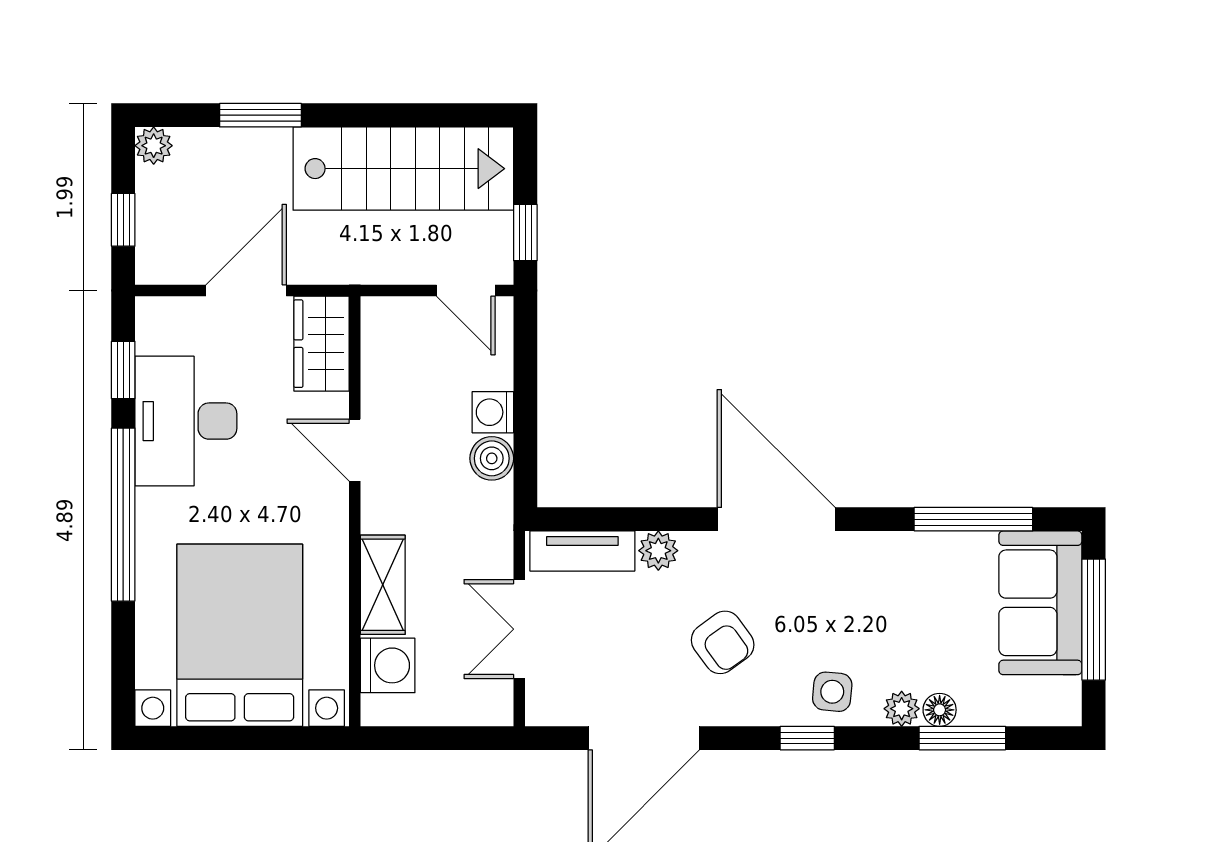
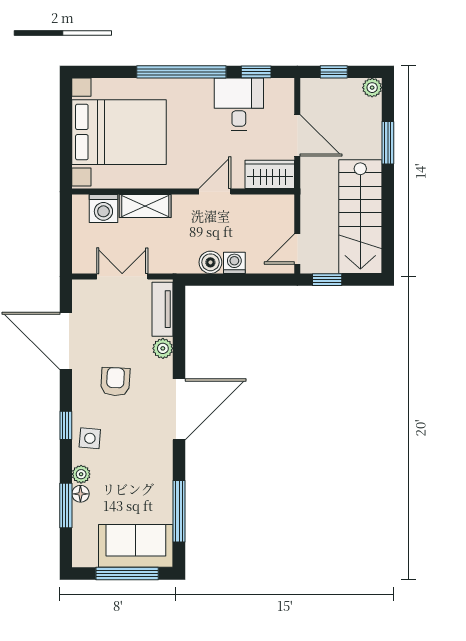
desk: (186, 421) -> (239, 104), width x0.73
armchair: (723, 642) -> (115, 382), turned 129

